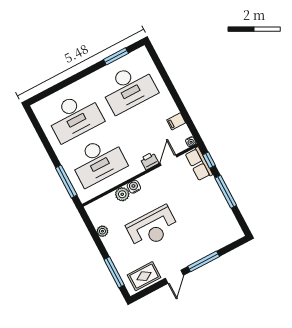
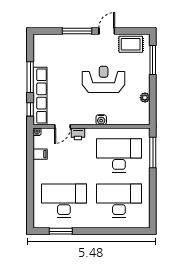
row of seats: (199, 164) -> (40, 96), width x2.02
plant: (122, 194) -> (114, 119), removed

